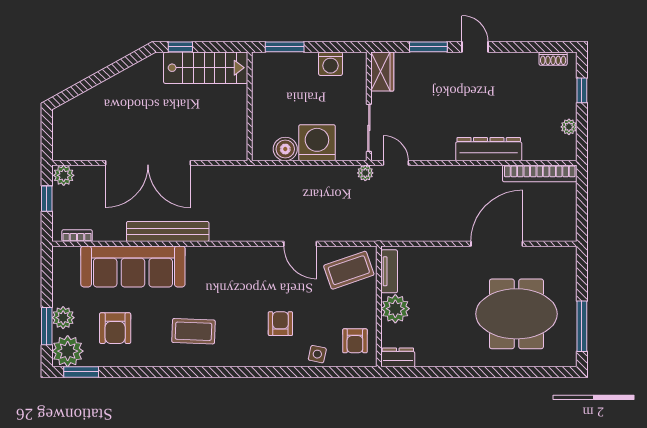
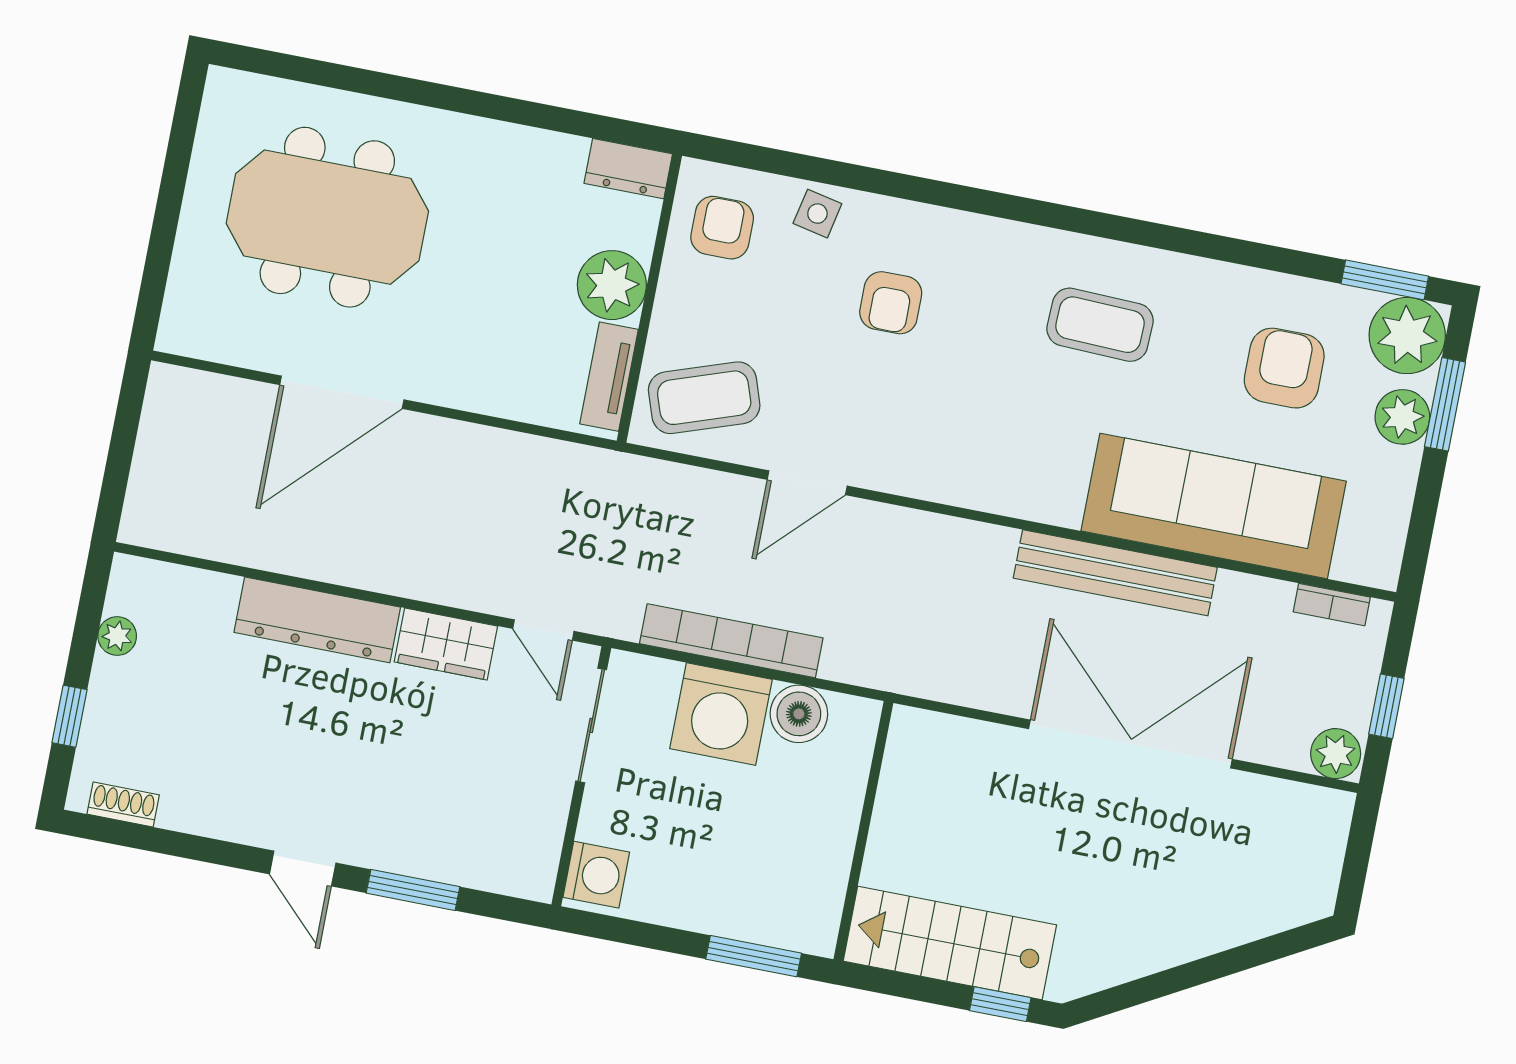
washing machine: (331, 64) -> (596, 875), moved, turned 90
wardrobe: (382, 72) -> (446, 644), moved, turned -90
plant: (365, 173) -> (620, 620), removed
bookcase: (540, 173) -> (731, 641), moved
door: (300, 244) -> (807, 483), swing flipped
window: (582, 326) -> (178, 158), removed

